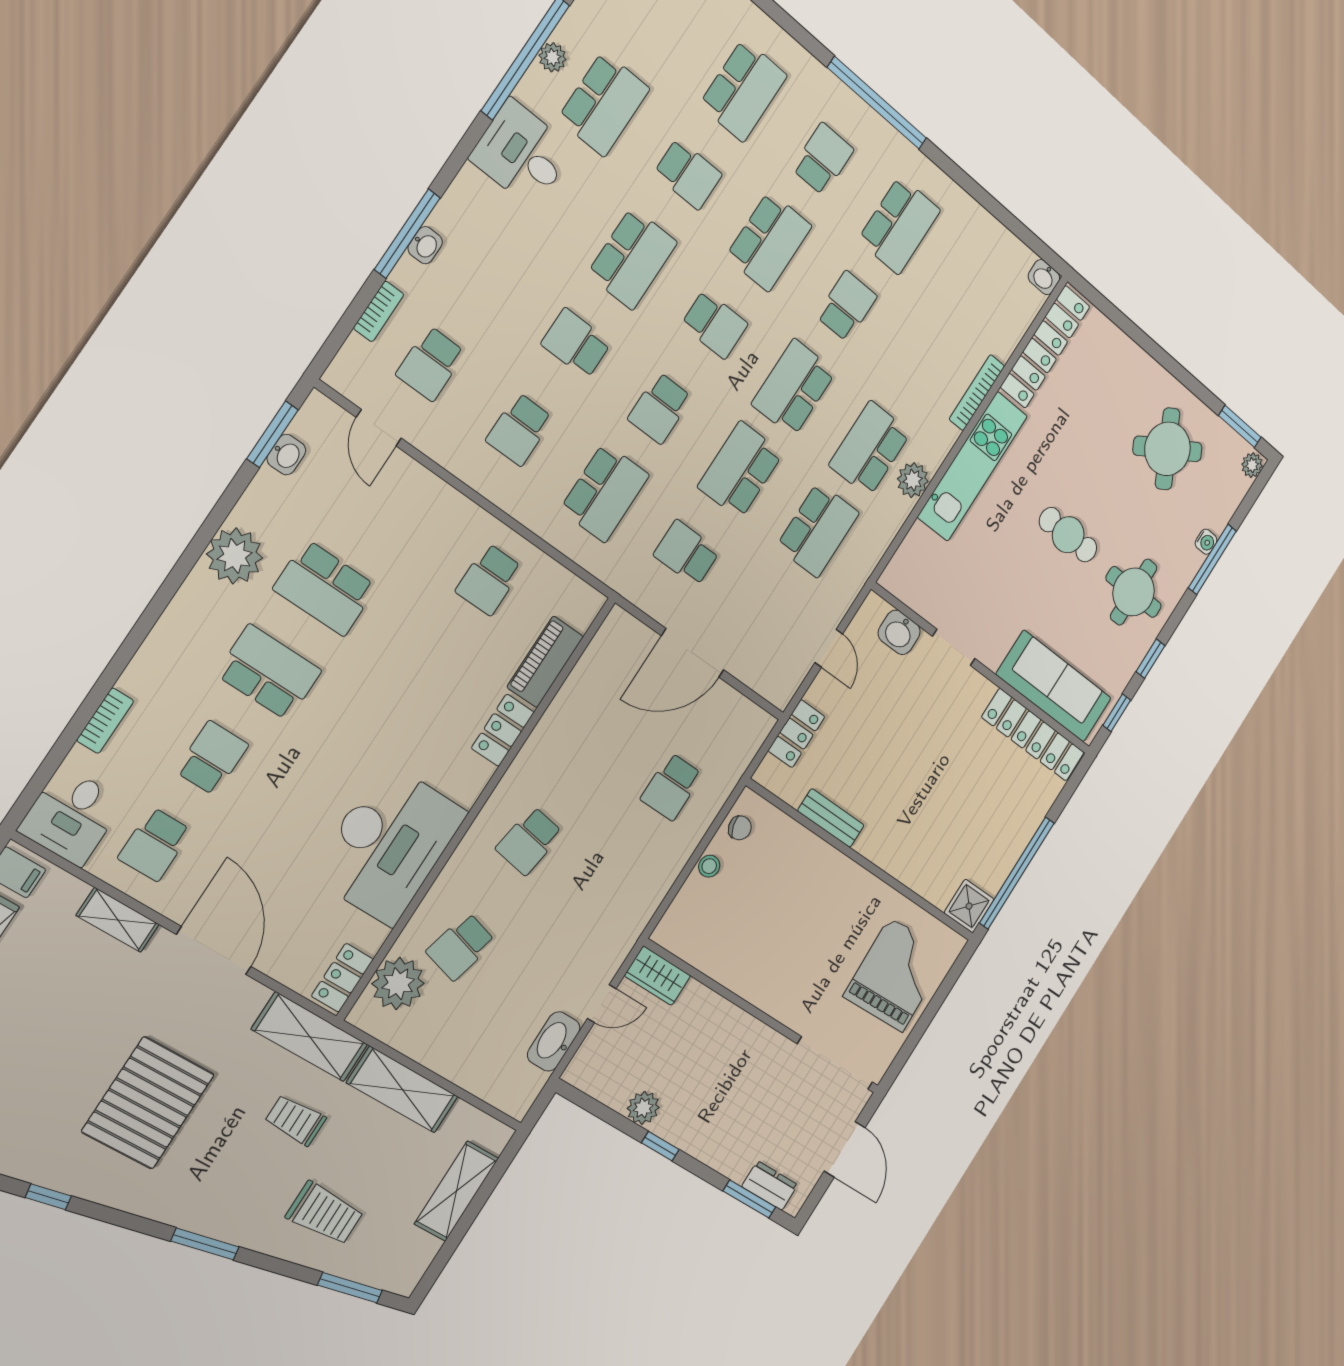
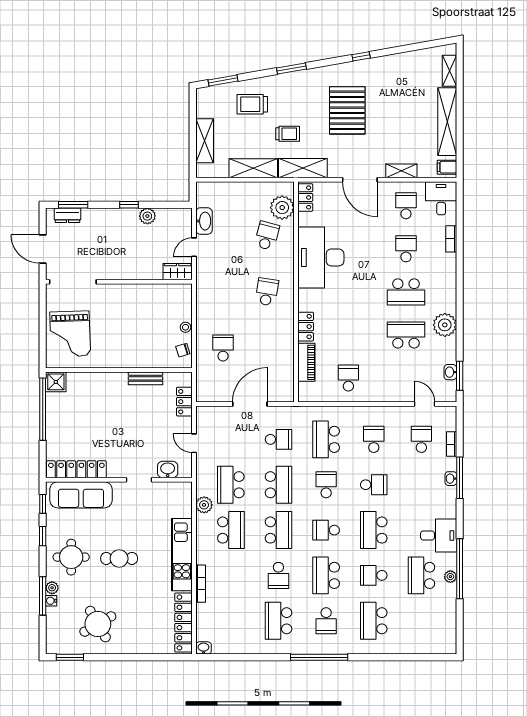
plant: (1252, 465) -> (52, 588), moved
plant: (913, 480) -> (204, 505), moved
school desk: (212, 758) -> (406, 249), turned 180

